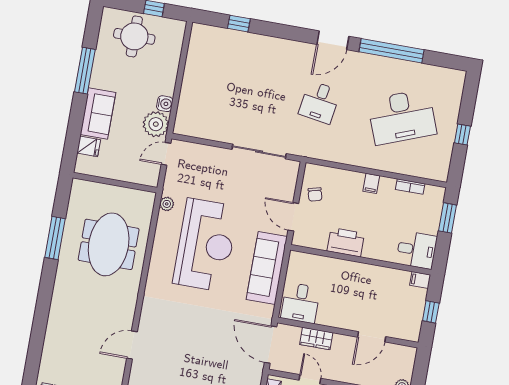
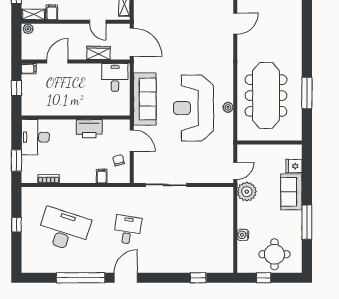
water cooler: (165, 104) -> (243, 235), moved
desk: (402, 117) -> (64, 230), turned 39
filing cabinet: (371, 183) -> (102, 176), moved
plant: (167, 204) -> (228, 107), moved
meeting table: (109, 244) -> (266, 96), width x1.36
desk: (417, 250) -> (35, 137), width x1.37
filing cabinet: (420, 280) -> (29, 69), moved

